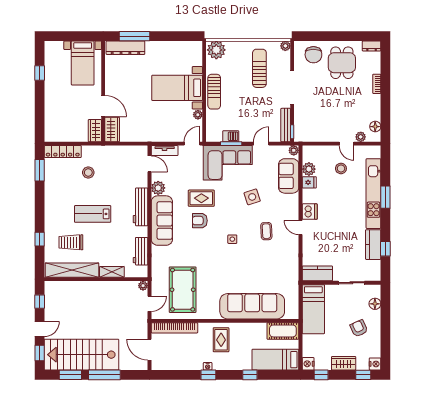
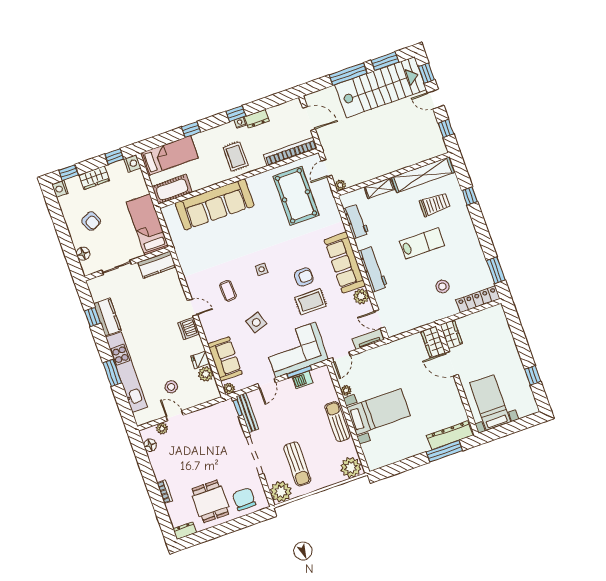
plant: (285, 46) -> (281, 492), width x1.87, depth x1.87
door: (40, 329) -> (436, 99), hinge flipped
dresser: (193, 365) -> (257, 119), added

